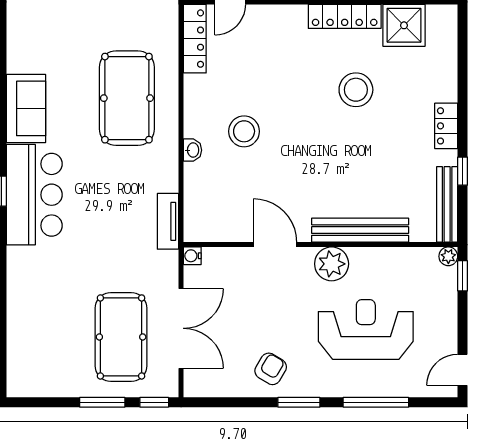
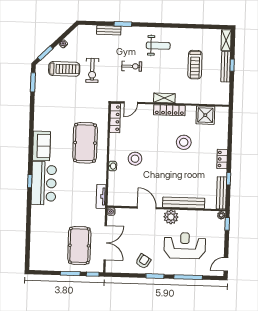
locker: (345, 16) -> (169, 110), moved

